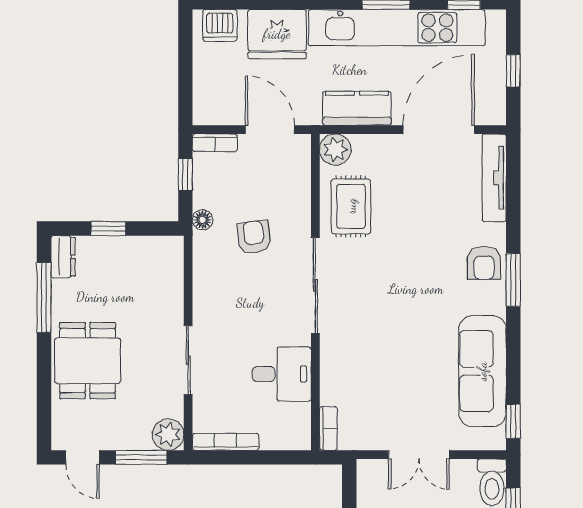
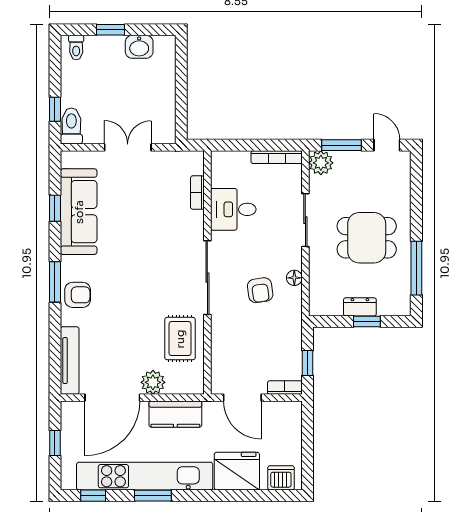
plant: (335, 149) -> (153, 382), moved
floor lamp: (203, 220) -> (294, 278), moved
armchair: (254, 237) -> (260, 290), moved
dresser: (63, 257) -> (360, 307), moved, turned 90
armchair: (484, 263) -> (78, 295), turned 90
dining table: (88, 361) -> (367, 238), moved, turned 90
window: (513, 421) -> (55, 208), moved
bookcase: (328, 428) -> (197, 193), moved

